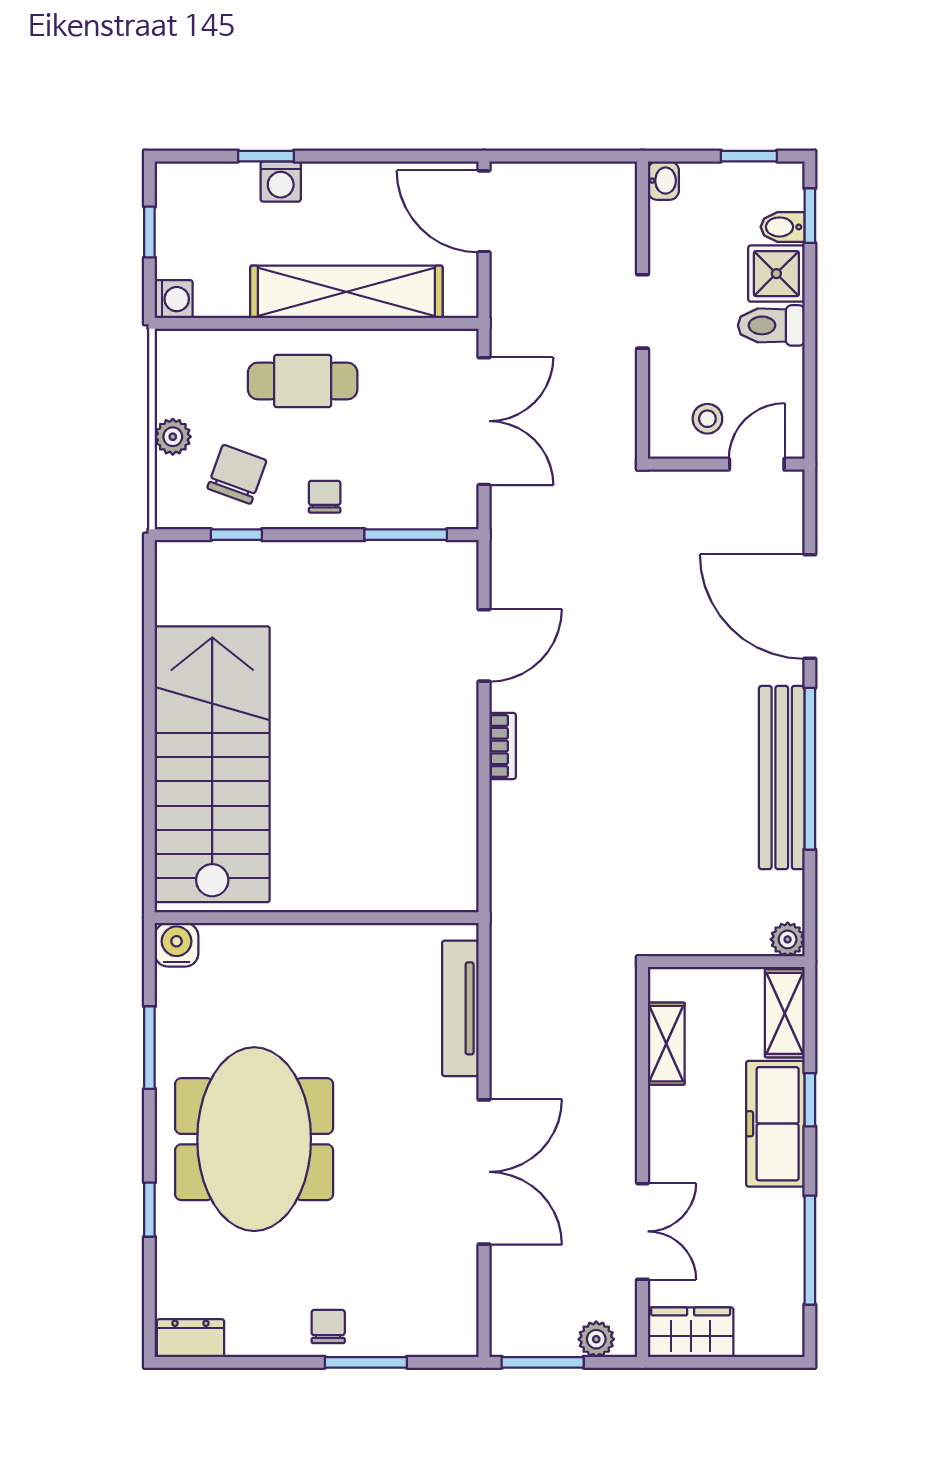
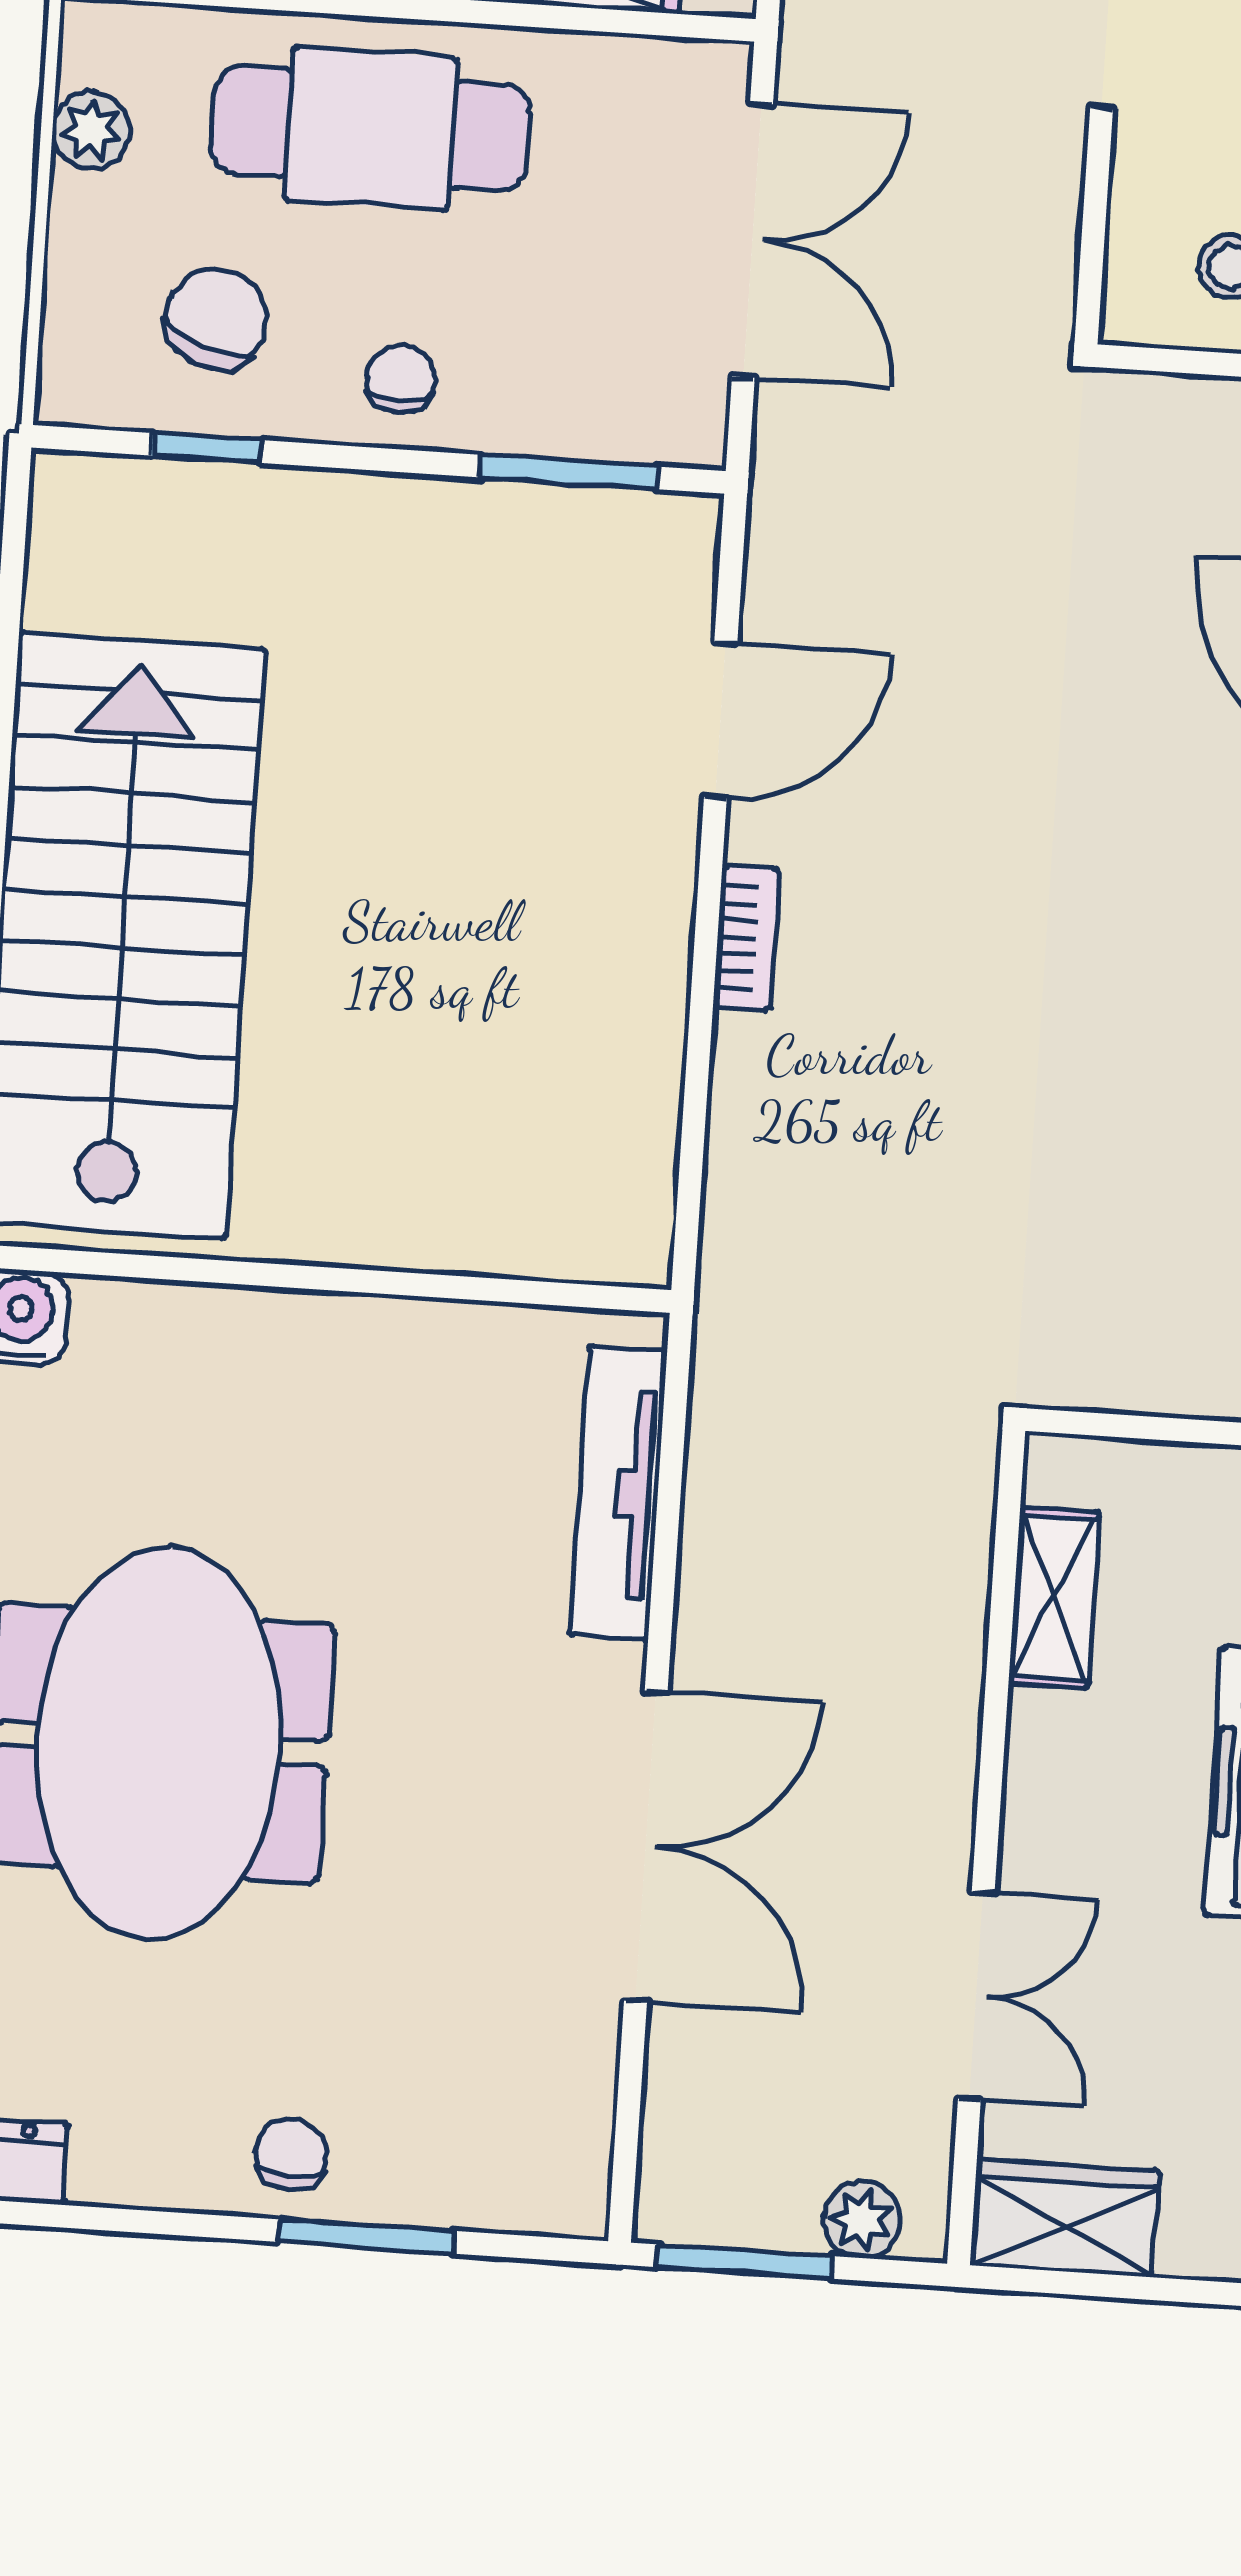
cafe table: (303, 381) -> (370, 129), width x1.37, depth x1.35
plant: (173, 437) -> (91, 130), moved

